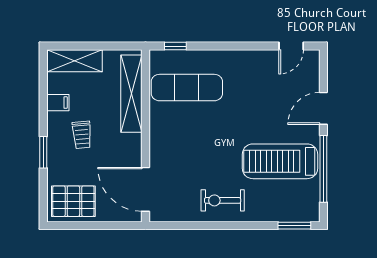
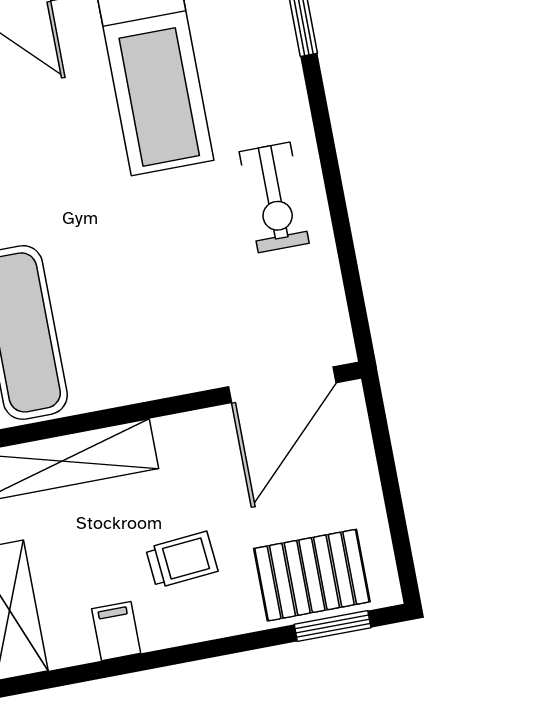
window: (43, 152) -> (333, 626), moved
pallet: (73, 201) -> (312, 575), moved, turned 90

